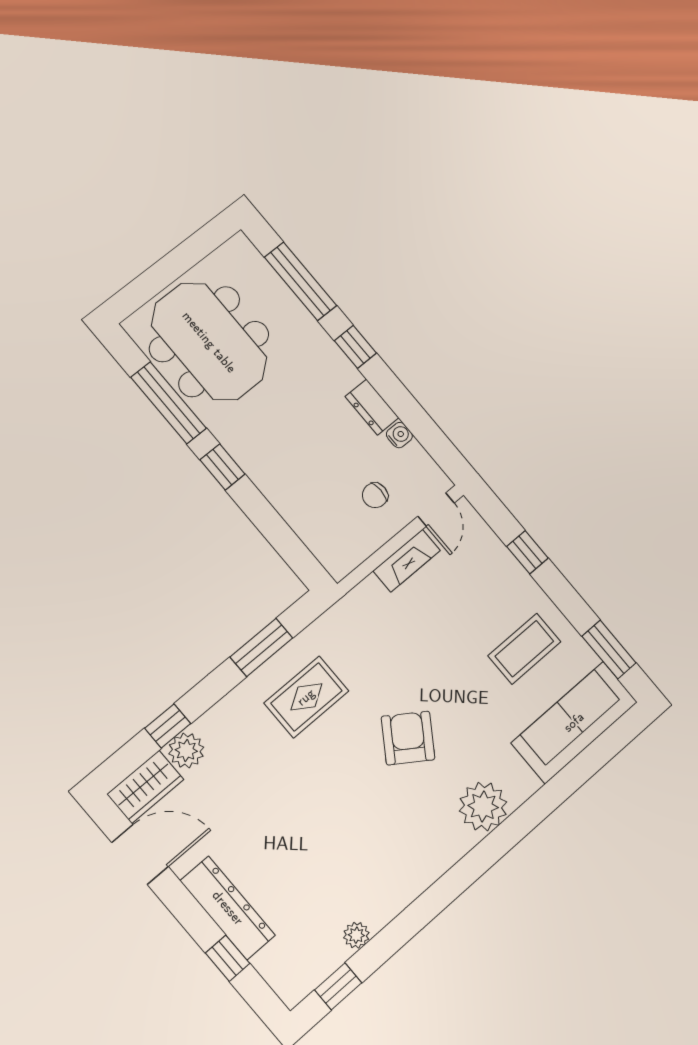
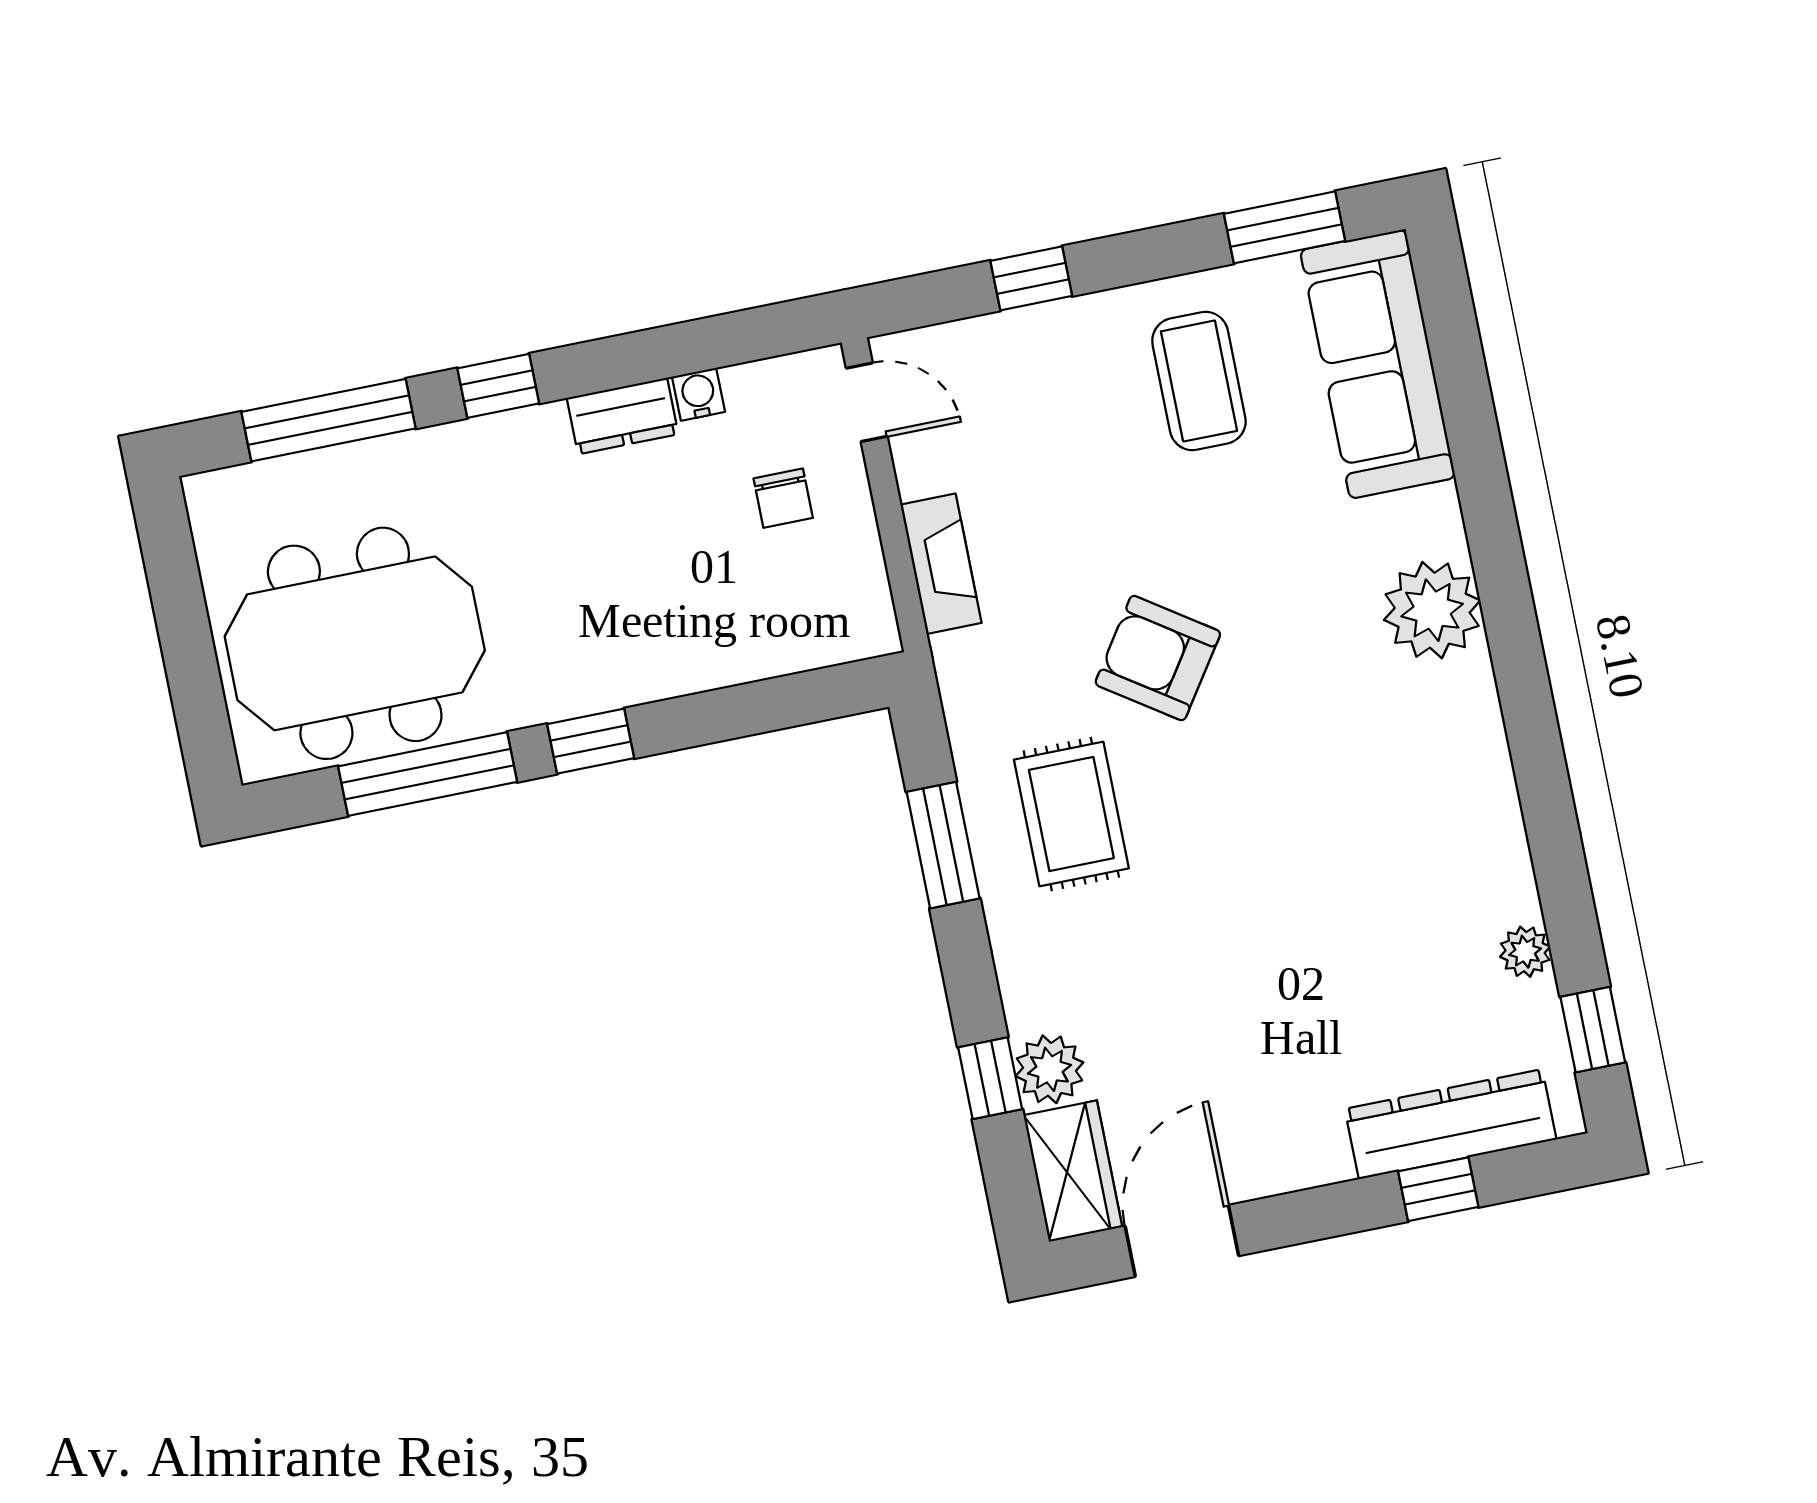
fireplace: (407, 561) -> (941, 564), moved
armchair: (408, 738) -> (1158, 658), moved
dresser: (228, 908) -> (1451, 1124), moved

